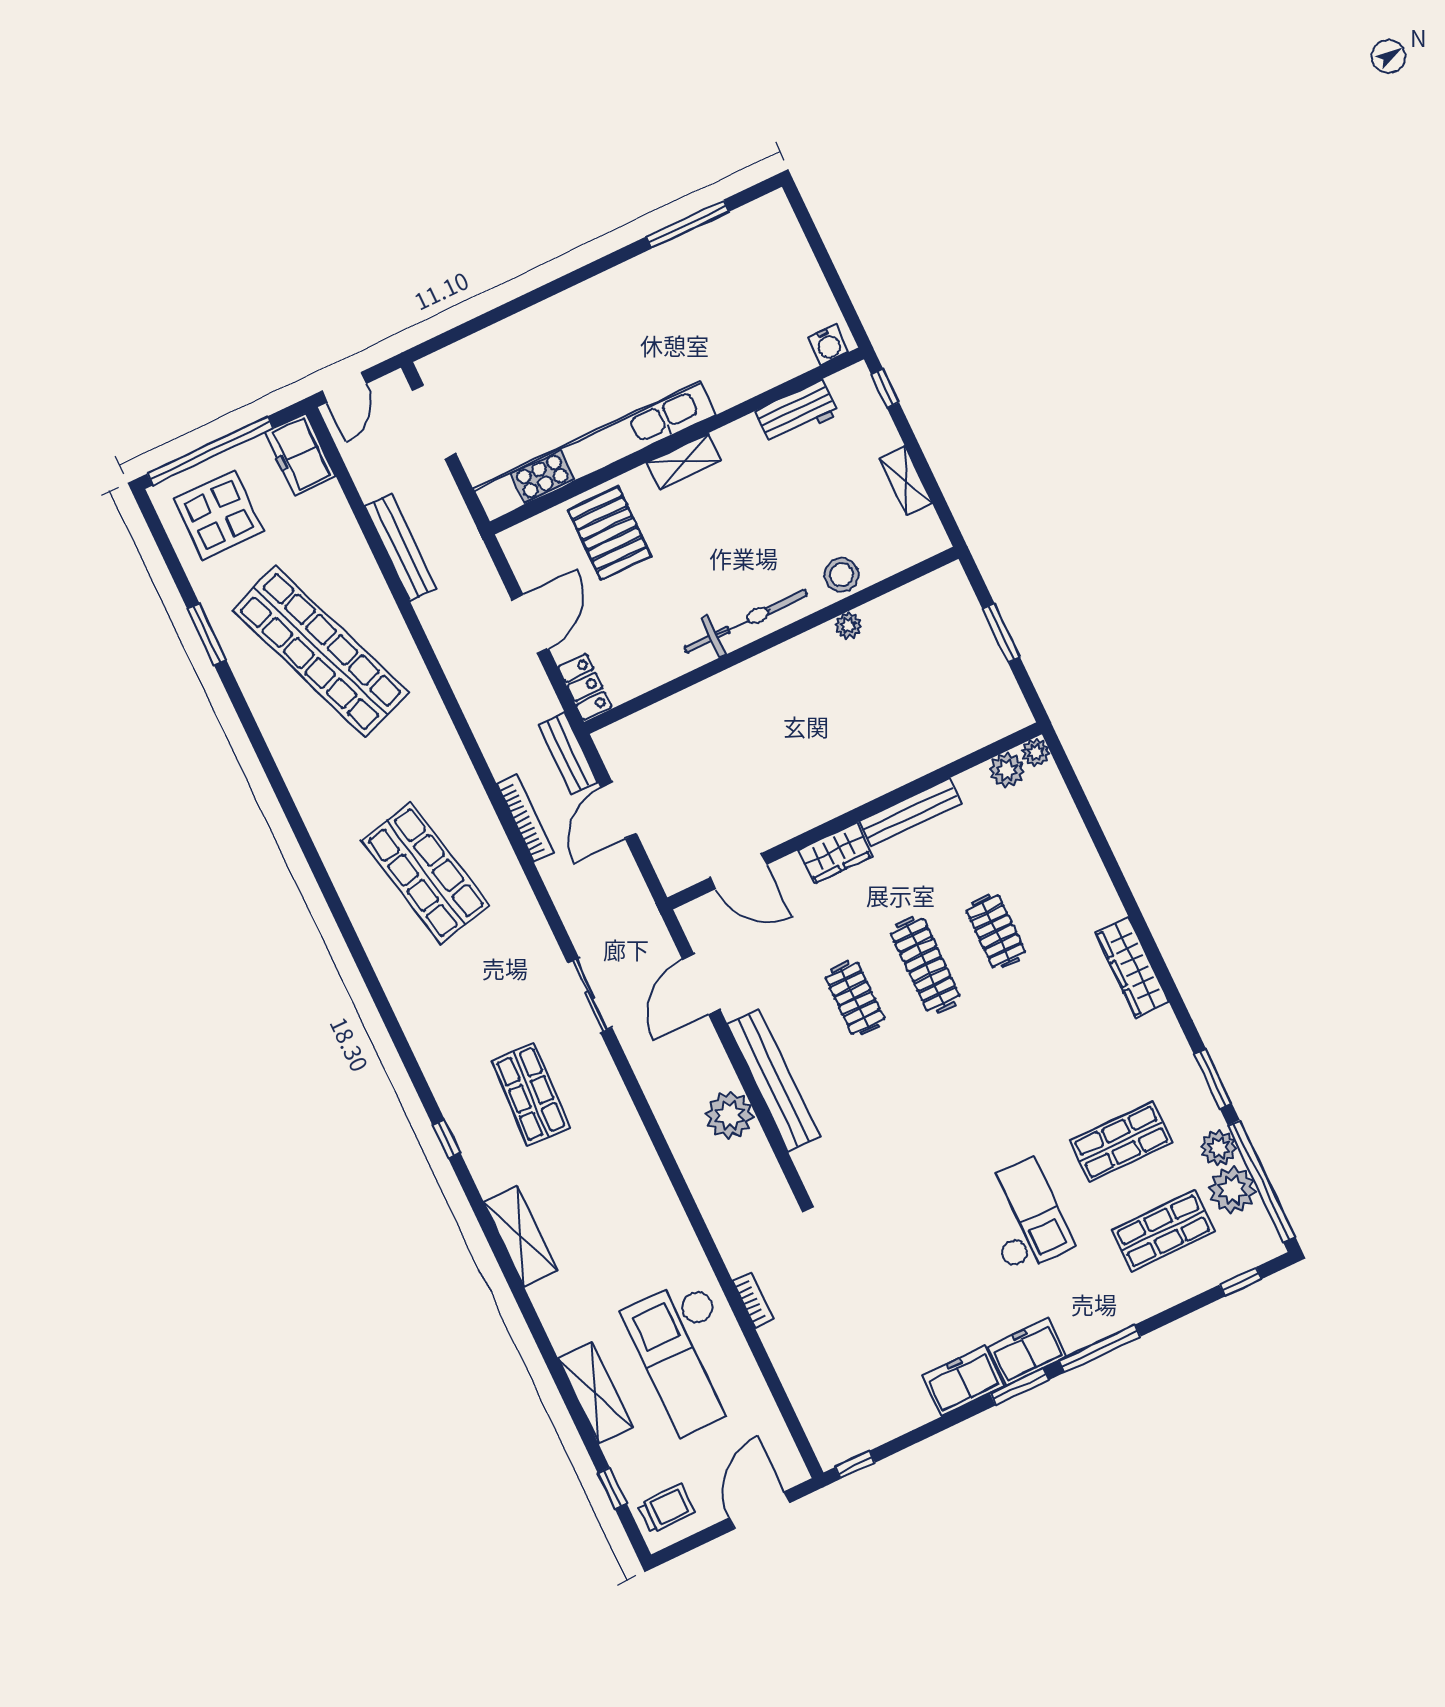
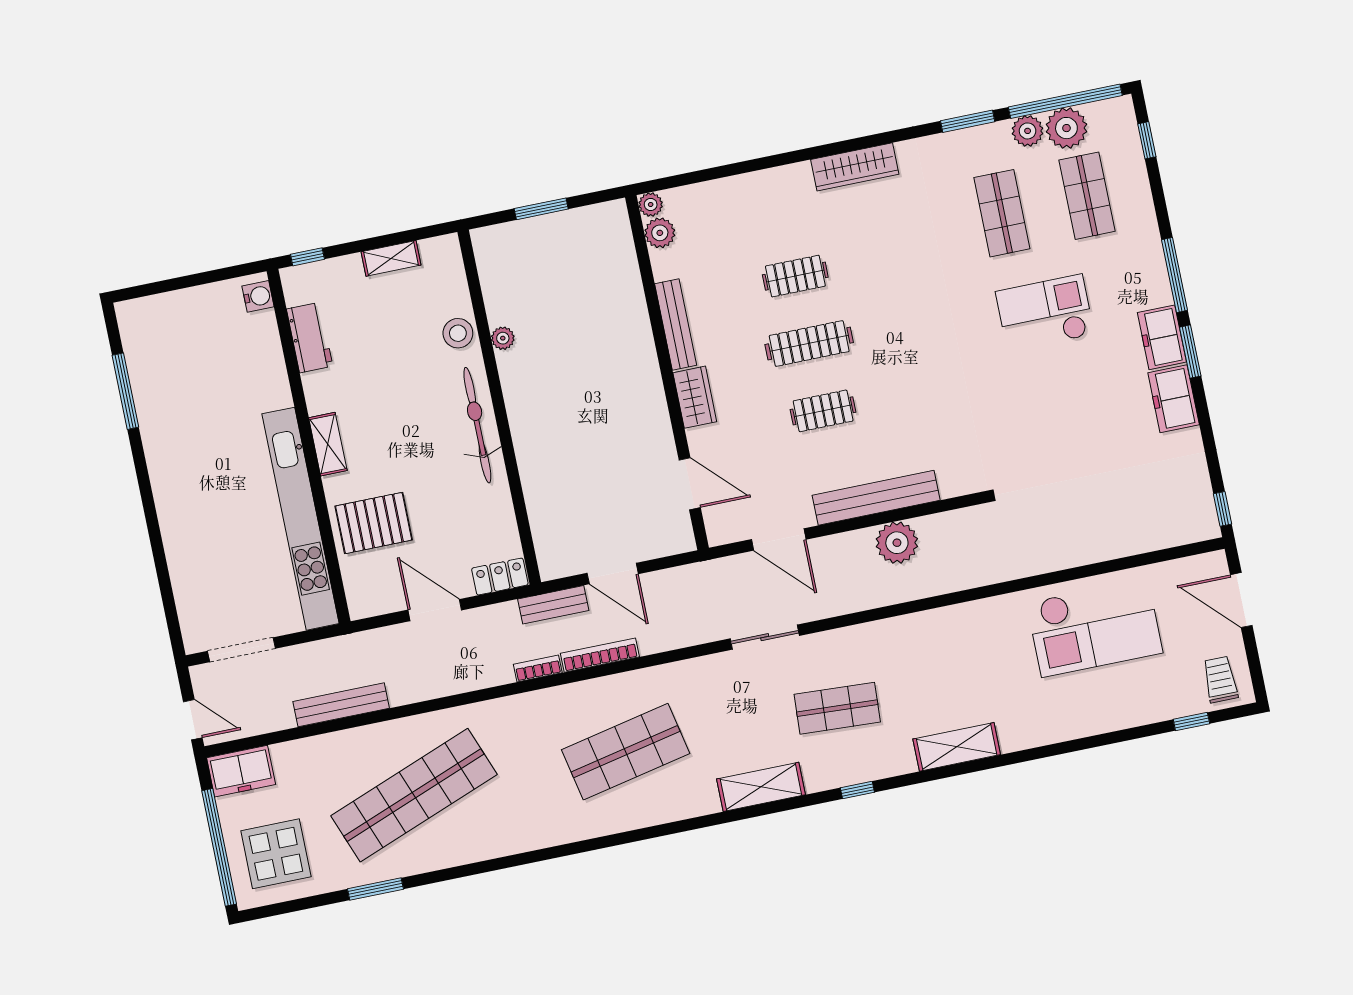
door: (738, 871) -> (690, 484), hinge flipped
bookcase: (753, 1300) -> (538, 668), moved
shelving: (595, 1393) -> (761, 787), moved

